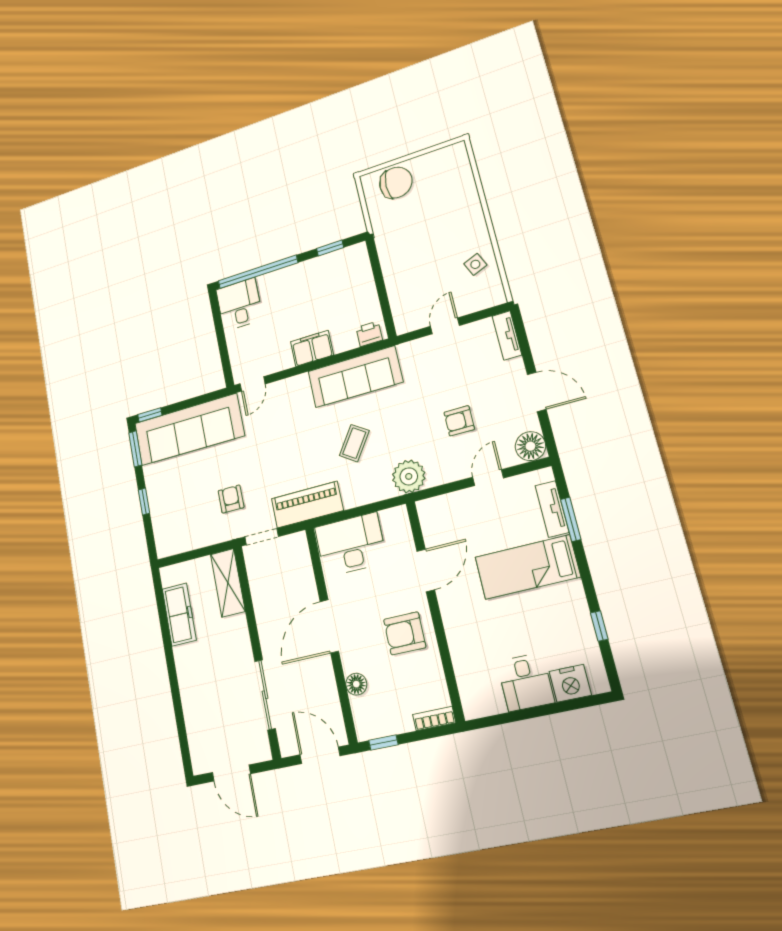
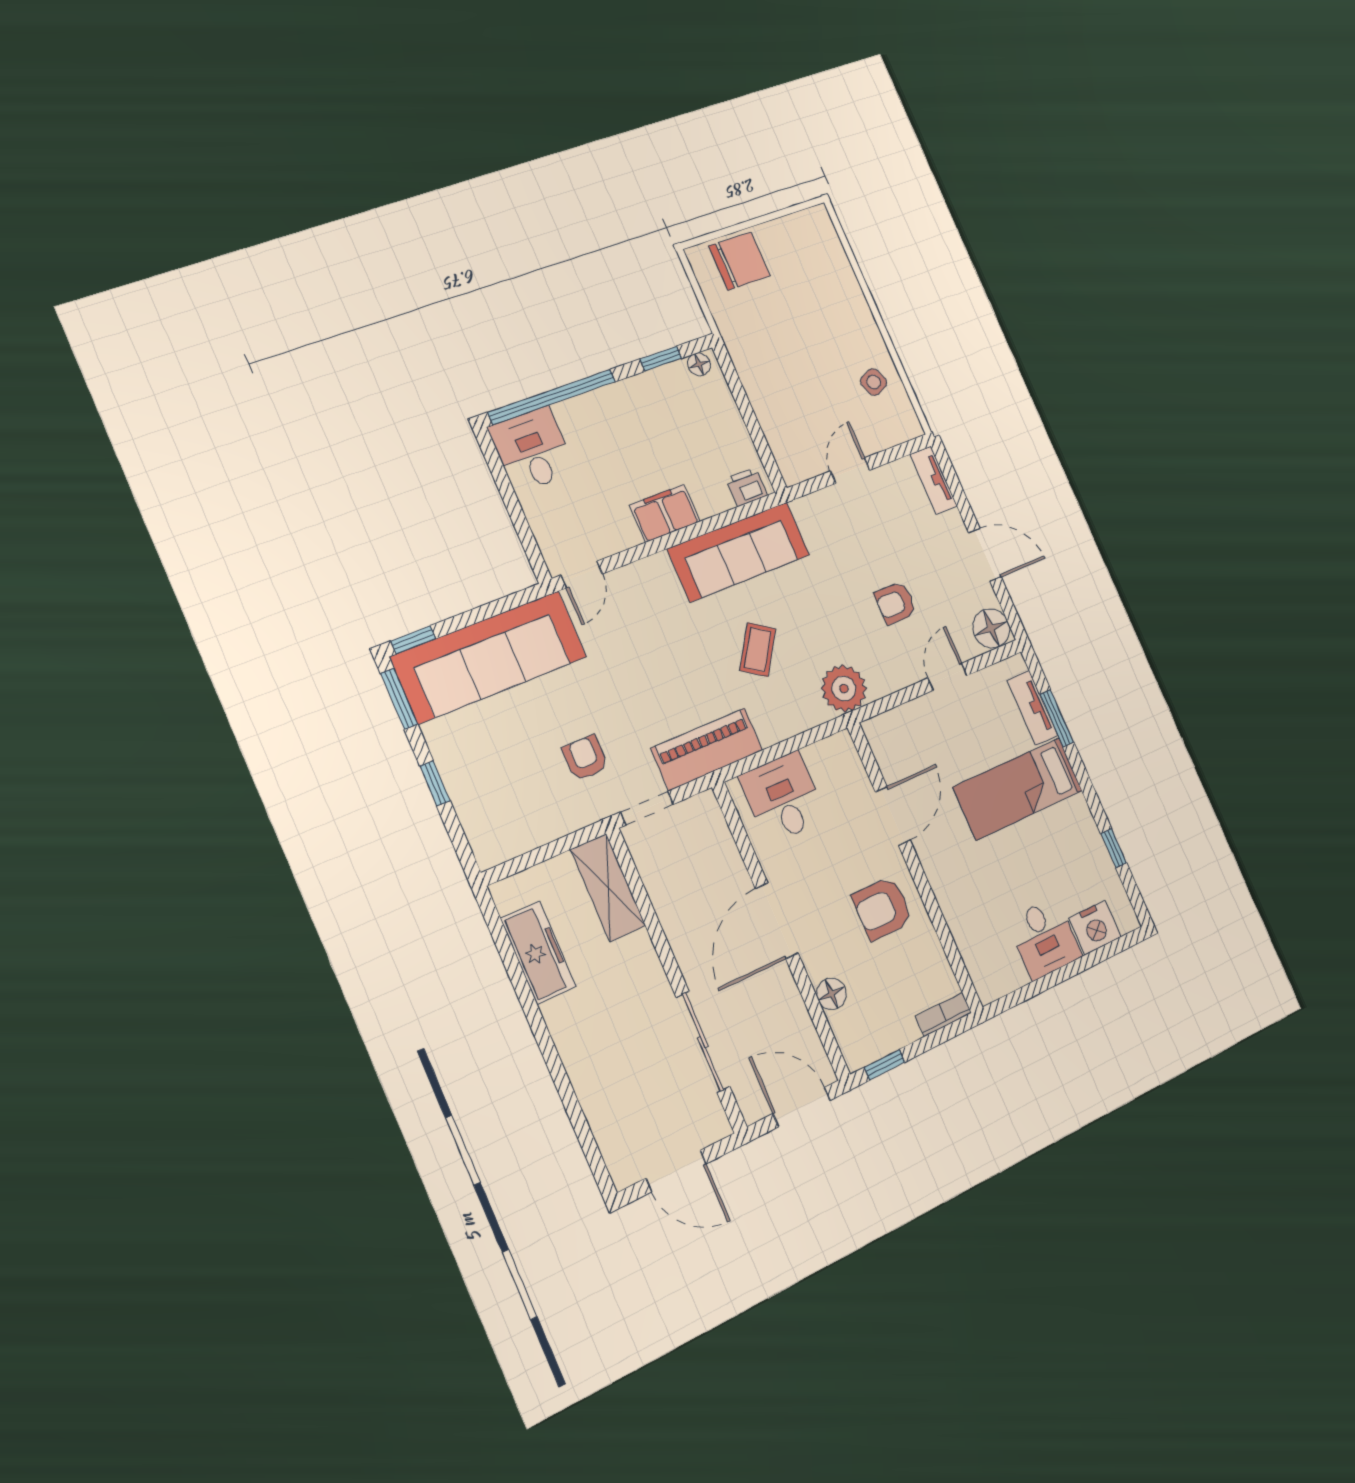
floor lamp: (354, 252) -> (699, 364), added
desk: (351, 545) -> (783, 798), width x0.73

